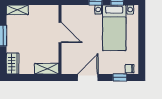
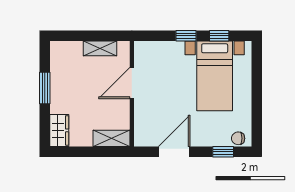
shelving: (17, 10) -> (100, 48), moved
door: (60, 32) -> (132, 83), swing flipped

